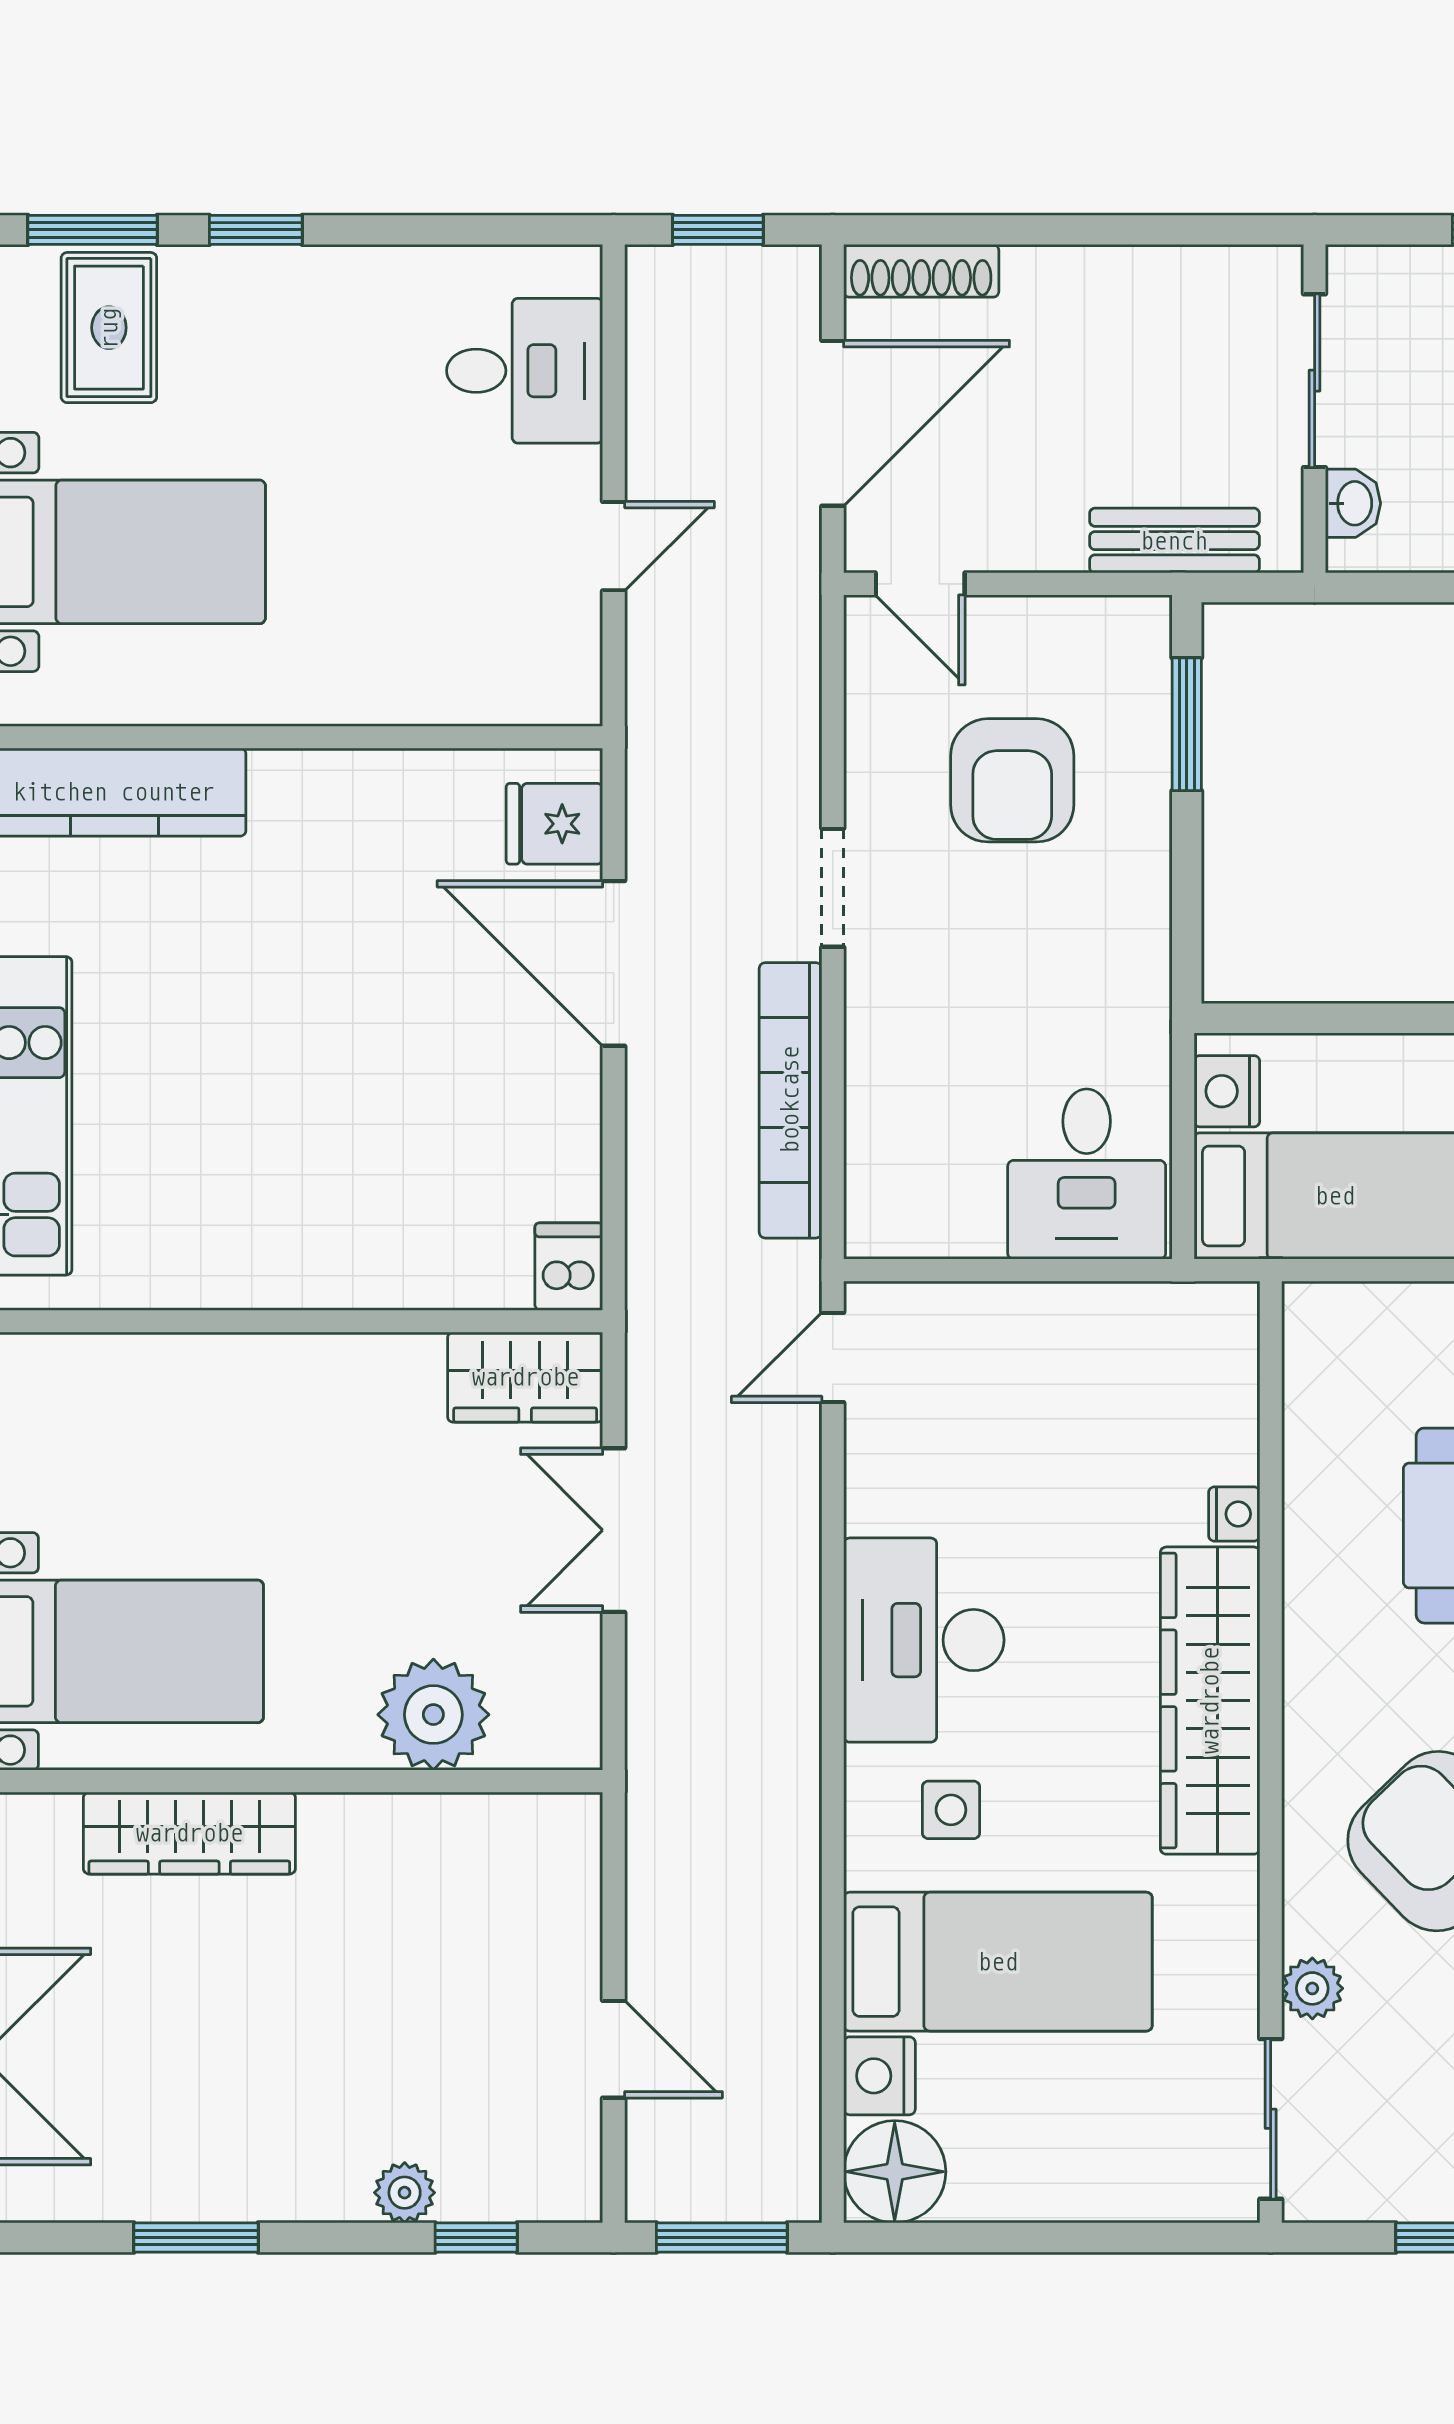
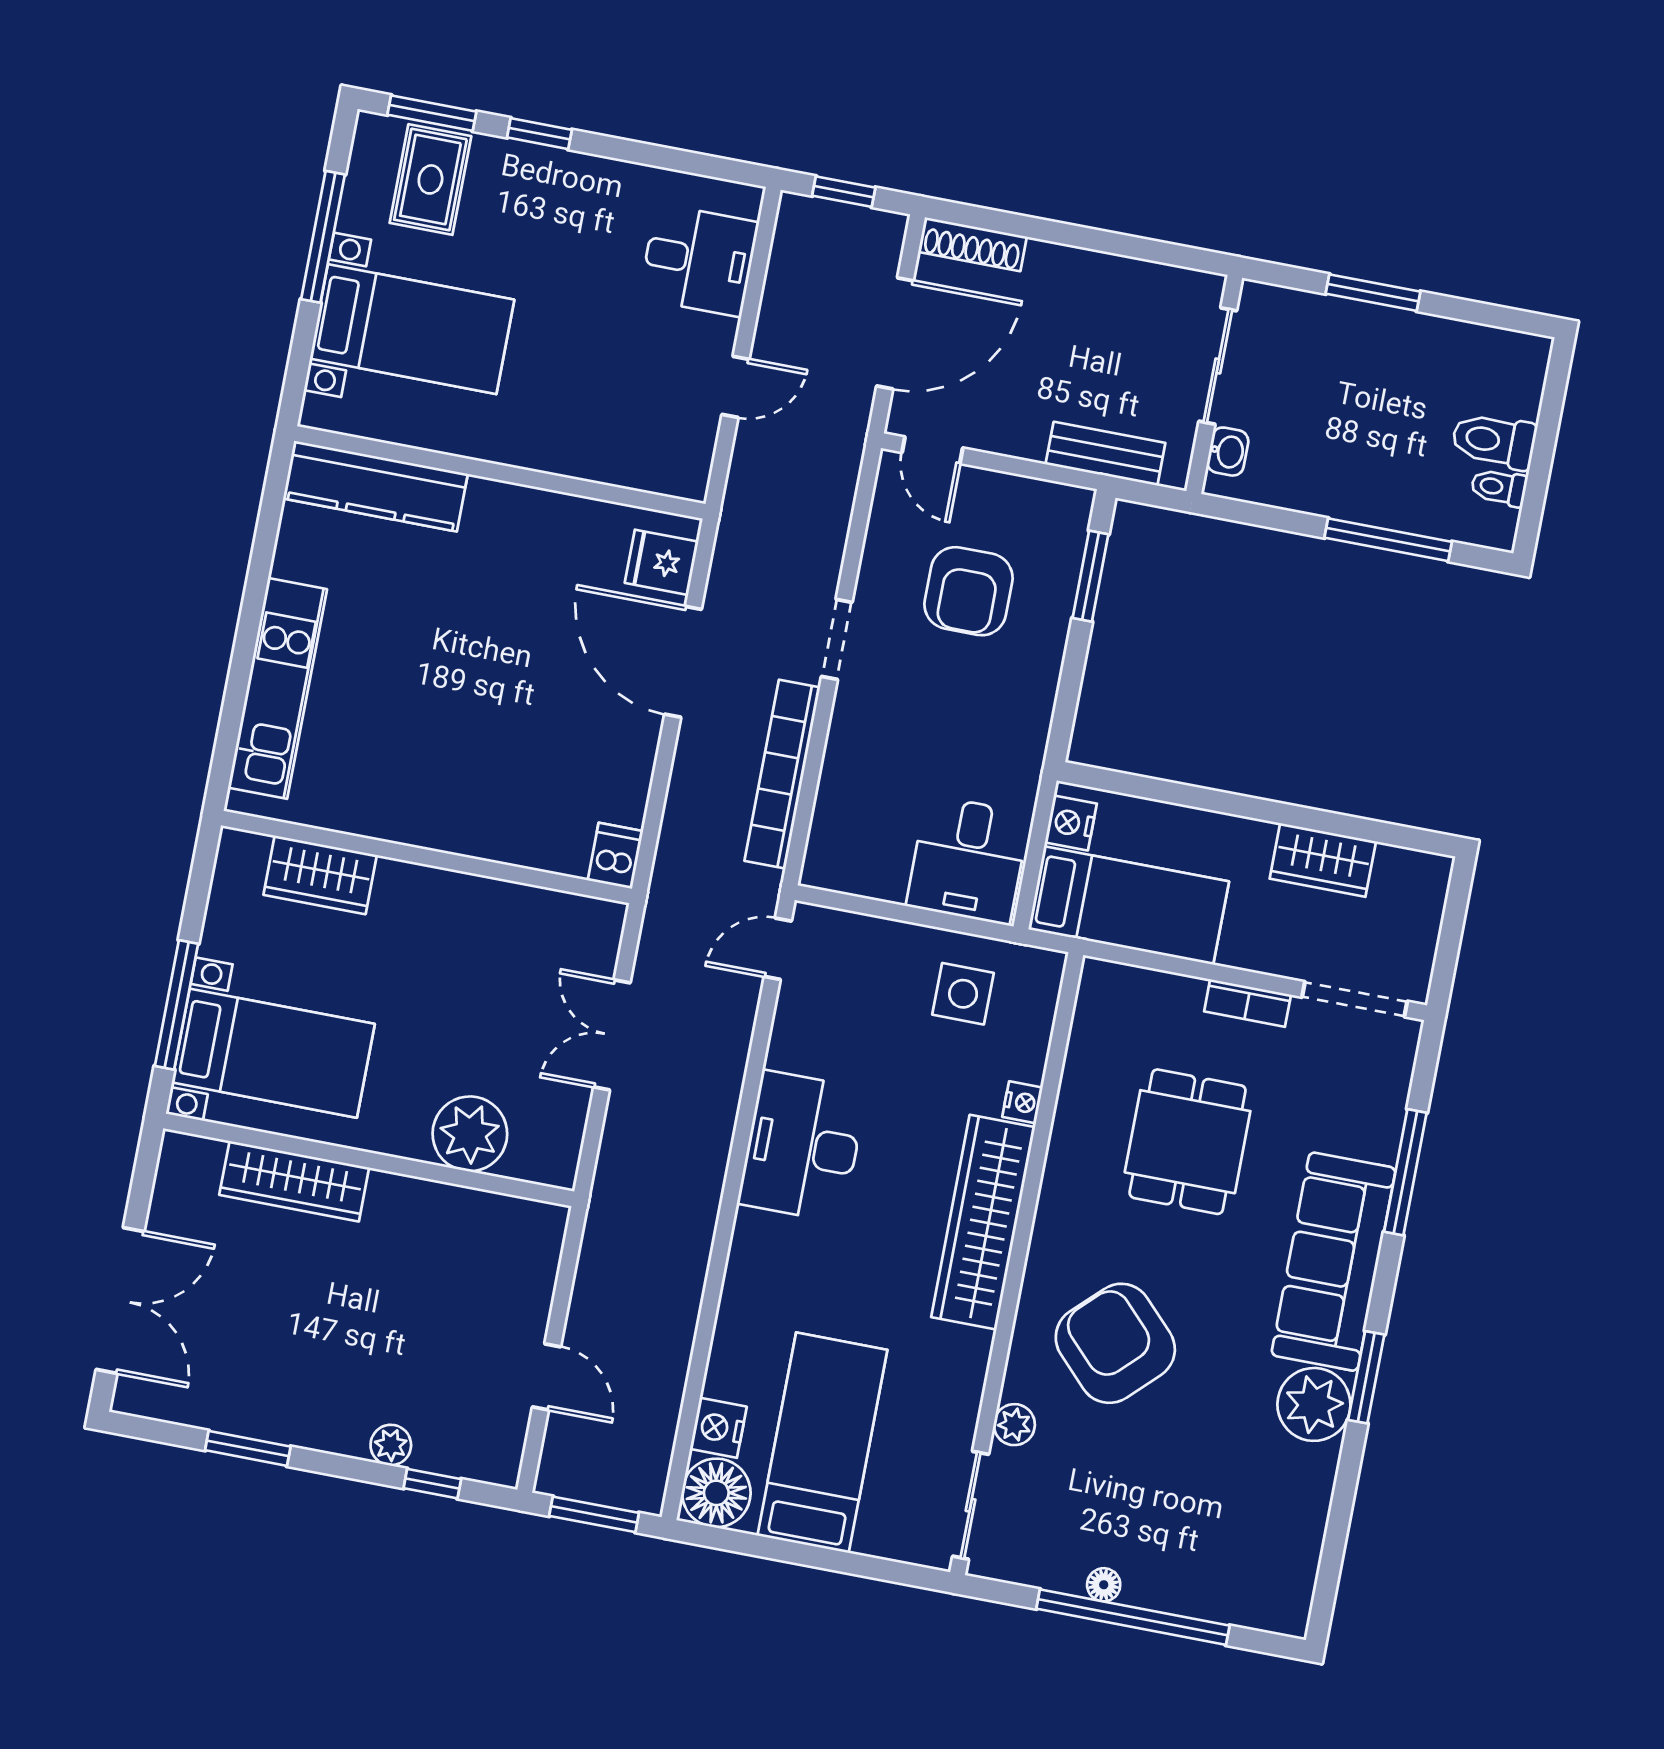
wardrobe: (525, 1377) -> (320, 875), moved
side table: (951, 1810) -> (963, 994), moved, width x1.37, depth x1.37
bed: (998, 1962) -> (822, 1443), moved, turned -90

